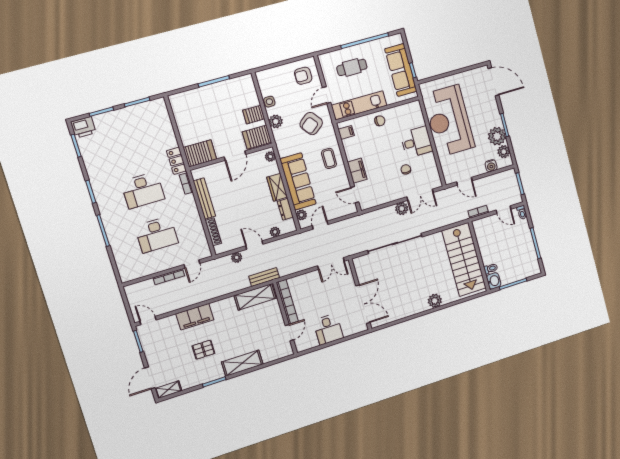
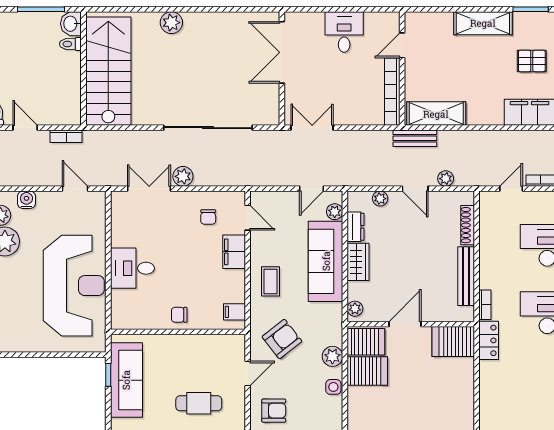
kitchen unit: (359, 105) -> (204, 346), removed
server rack: (254, 115) -> (367, 371), width x1.36, depth x1.44
chair: (406, 169) -> (208, 217), moved

